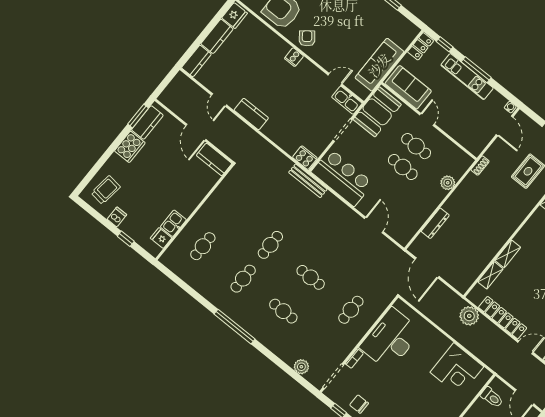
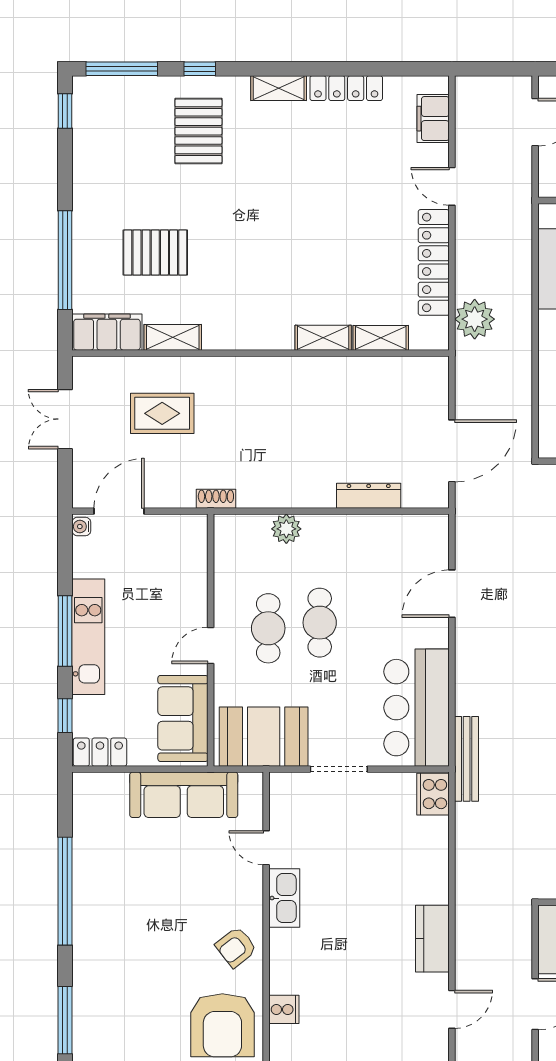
cooker: (294, 57) -> (284, 1009), moved
kitchen sink: (347, 100) -> (284, 898), moved

